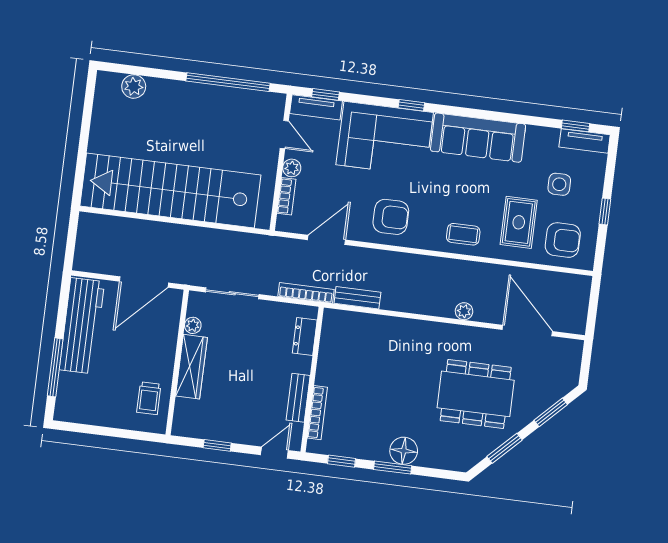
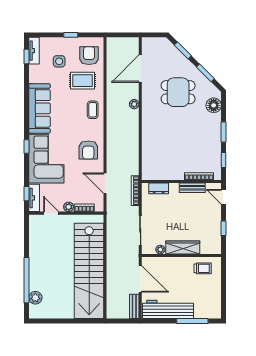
window: (228, 82) -> (27, 280), moved
door: (284, 135) -> (51, 213), hinge flipped
armchair: (391, 217) -> (88, 150), turned 180
bench: (357, 298) -> (134, 306), moved
dining table: (476, 394) -> (178, 92), width x0.73
floor lamp: (404, 451) -> (214, 105), moved

